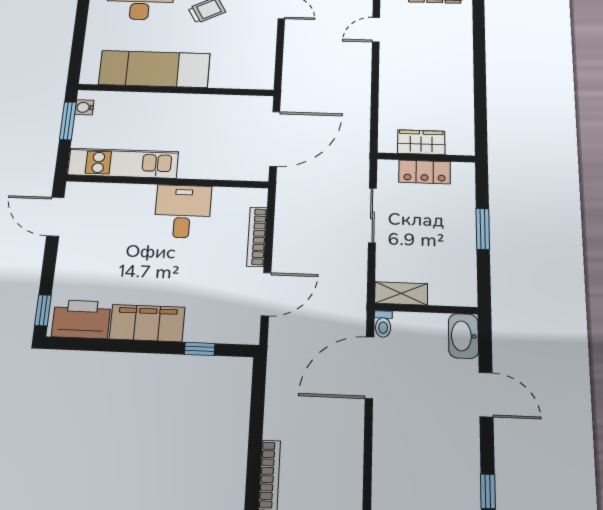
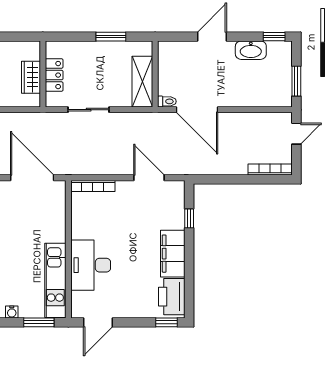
window: (68, 121) -> (39, 322), moved
desk: (183, 211) -> (91, 265), moved, width x1.37
window: (483, 229) -> (111, 37), moved
bookcase: (257, 237) -> (93, 186), moved
shelving: (401, 293) -> (142, 82), width x1.50, depth x1.33
washbasin: (463, 336) -> (251, 50), moved

